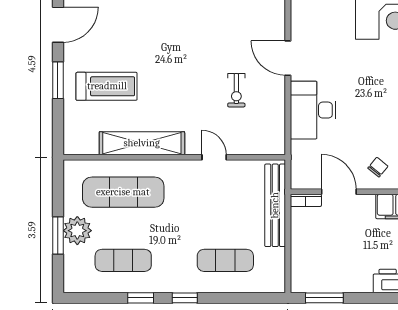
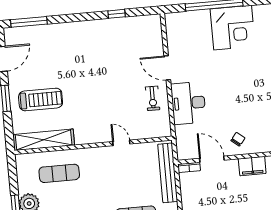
exercise bike: (236, 90) -> (153, 98), moved
shelving: (142, 143) -> (44, 140), moved
exercise mat: (123, 192) -> (59, 173), width x0.73, depth x0.69

